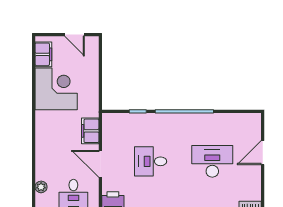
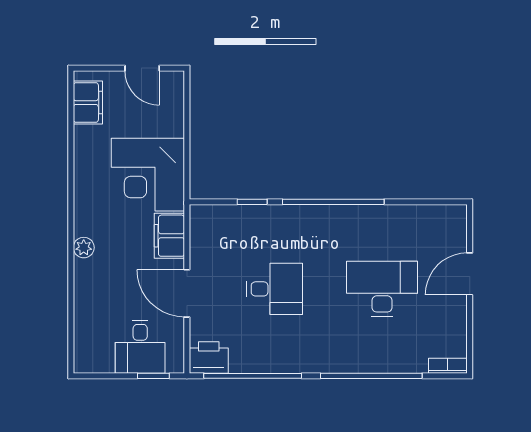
corner desk: (56, 89) -> (148, 175), moved, turned 180
desk: (151, 161) -> (275, 289), turned 180
plant: (41, 187) -> (84, 248), moved

